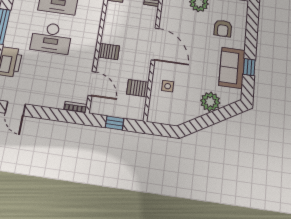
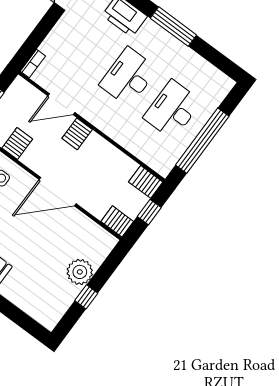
armchair: (223, 28) -> (34, 281), removed
door: (92, 84) -> (61, 104), moved

